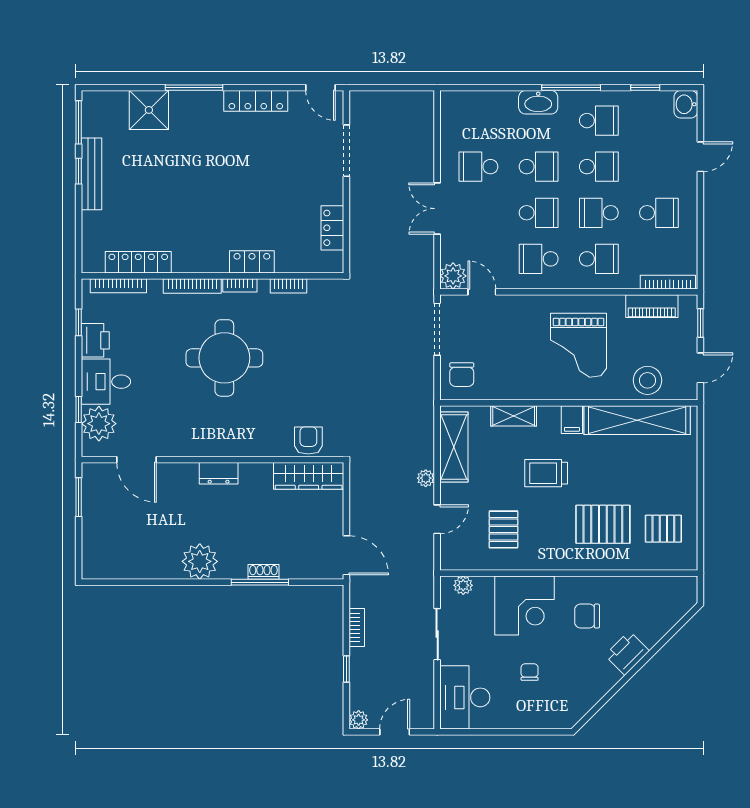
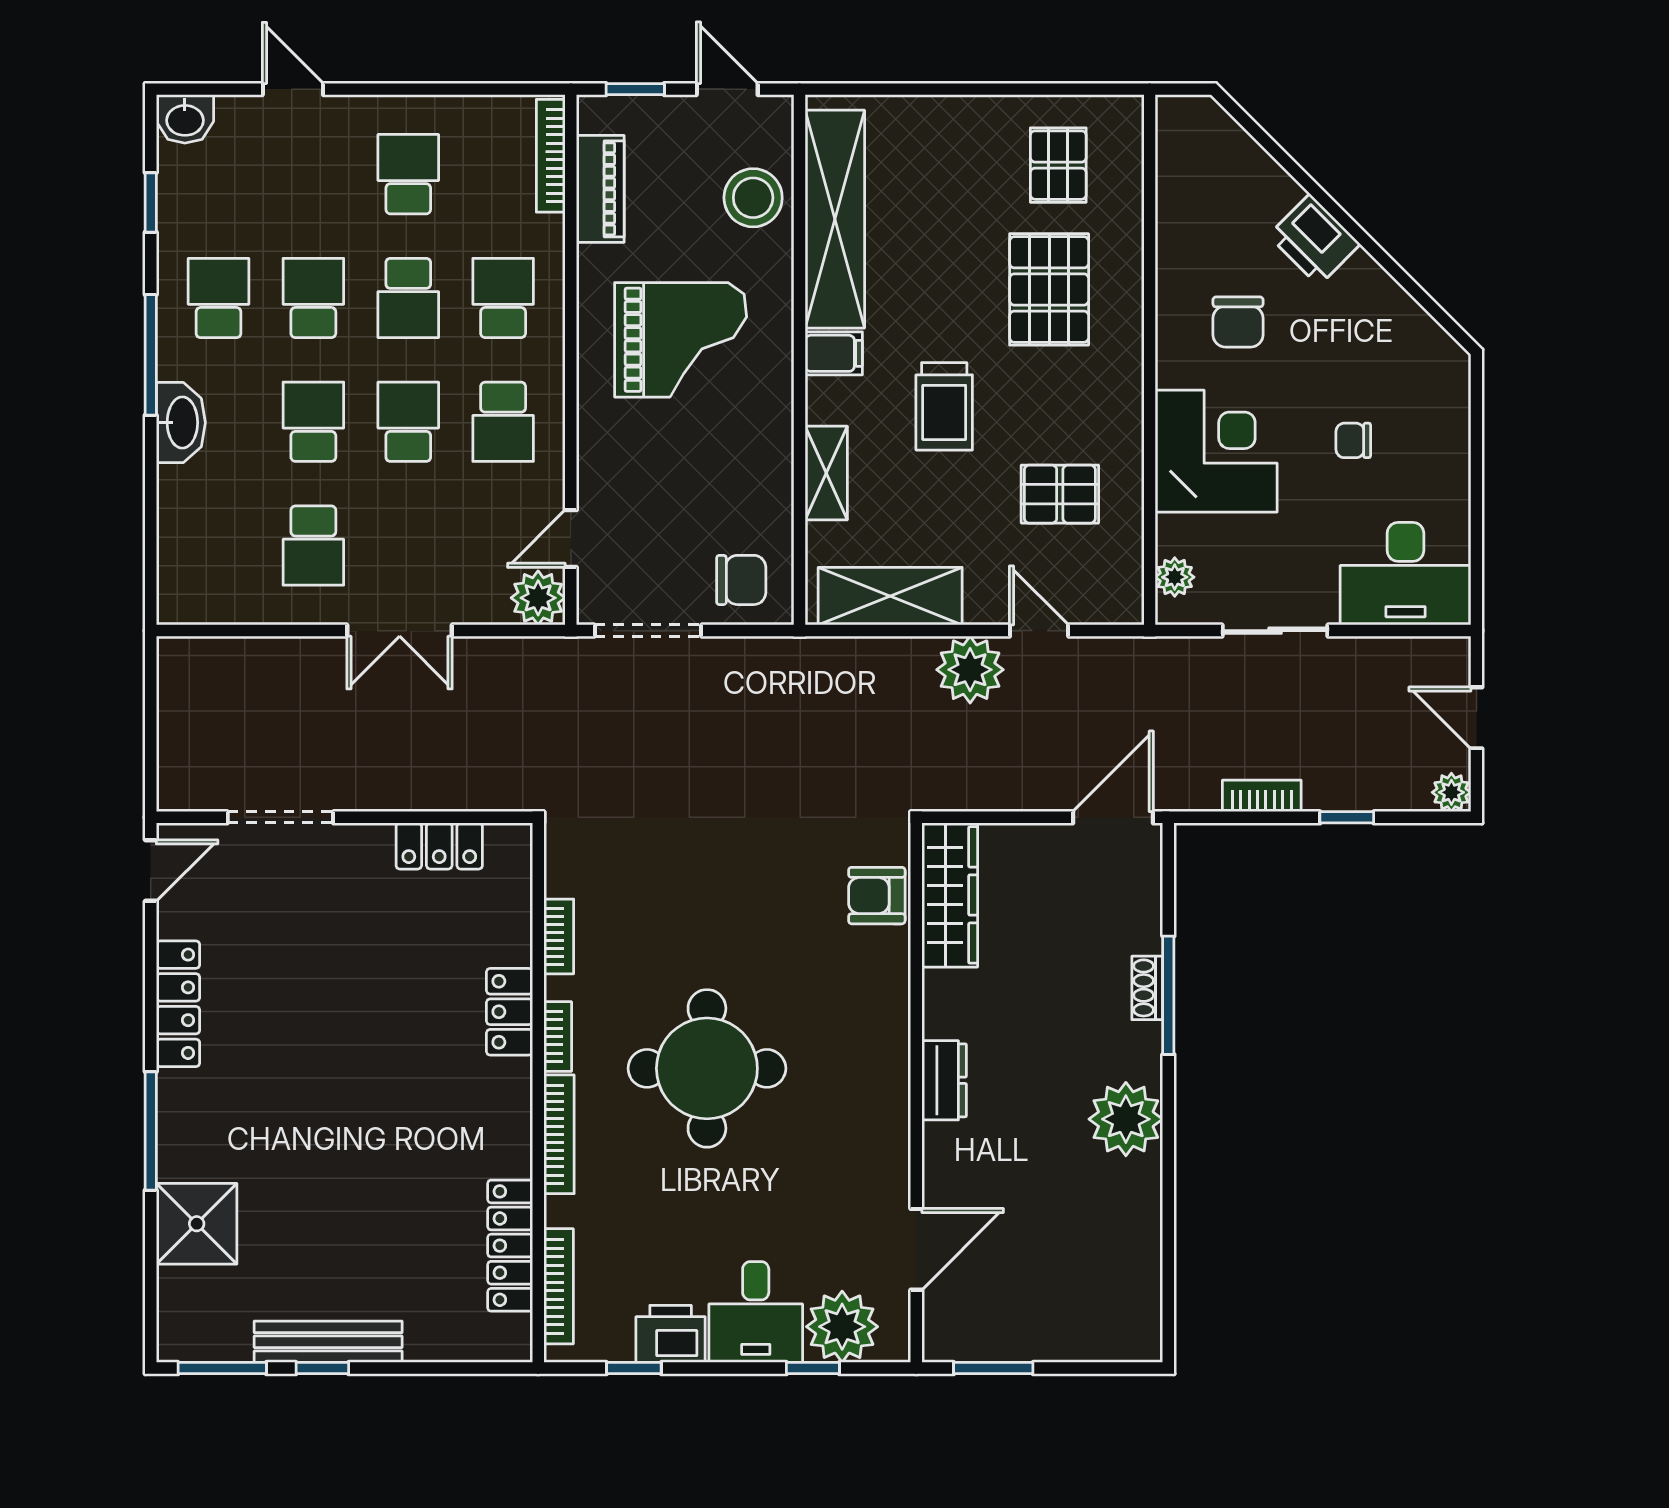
plant: (426, 478) -> (970, 670), width x1.88, depth x1.88

